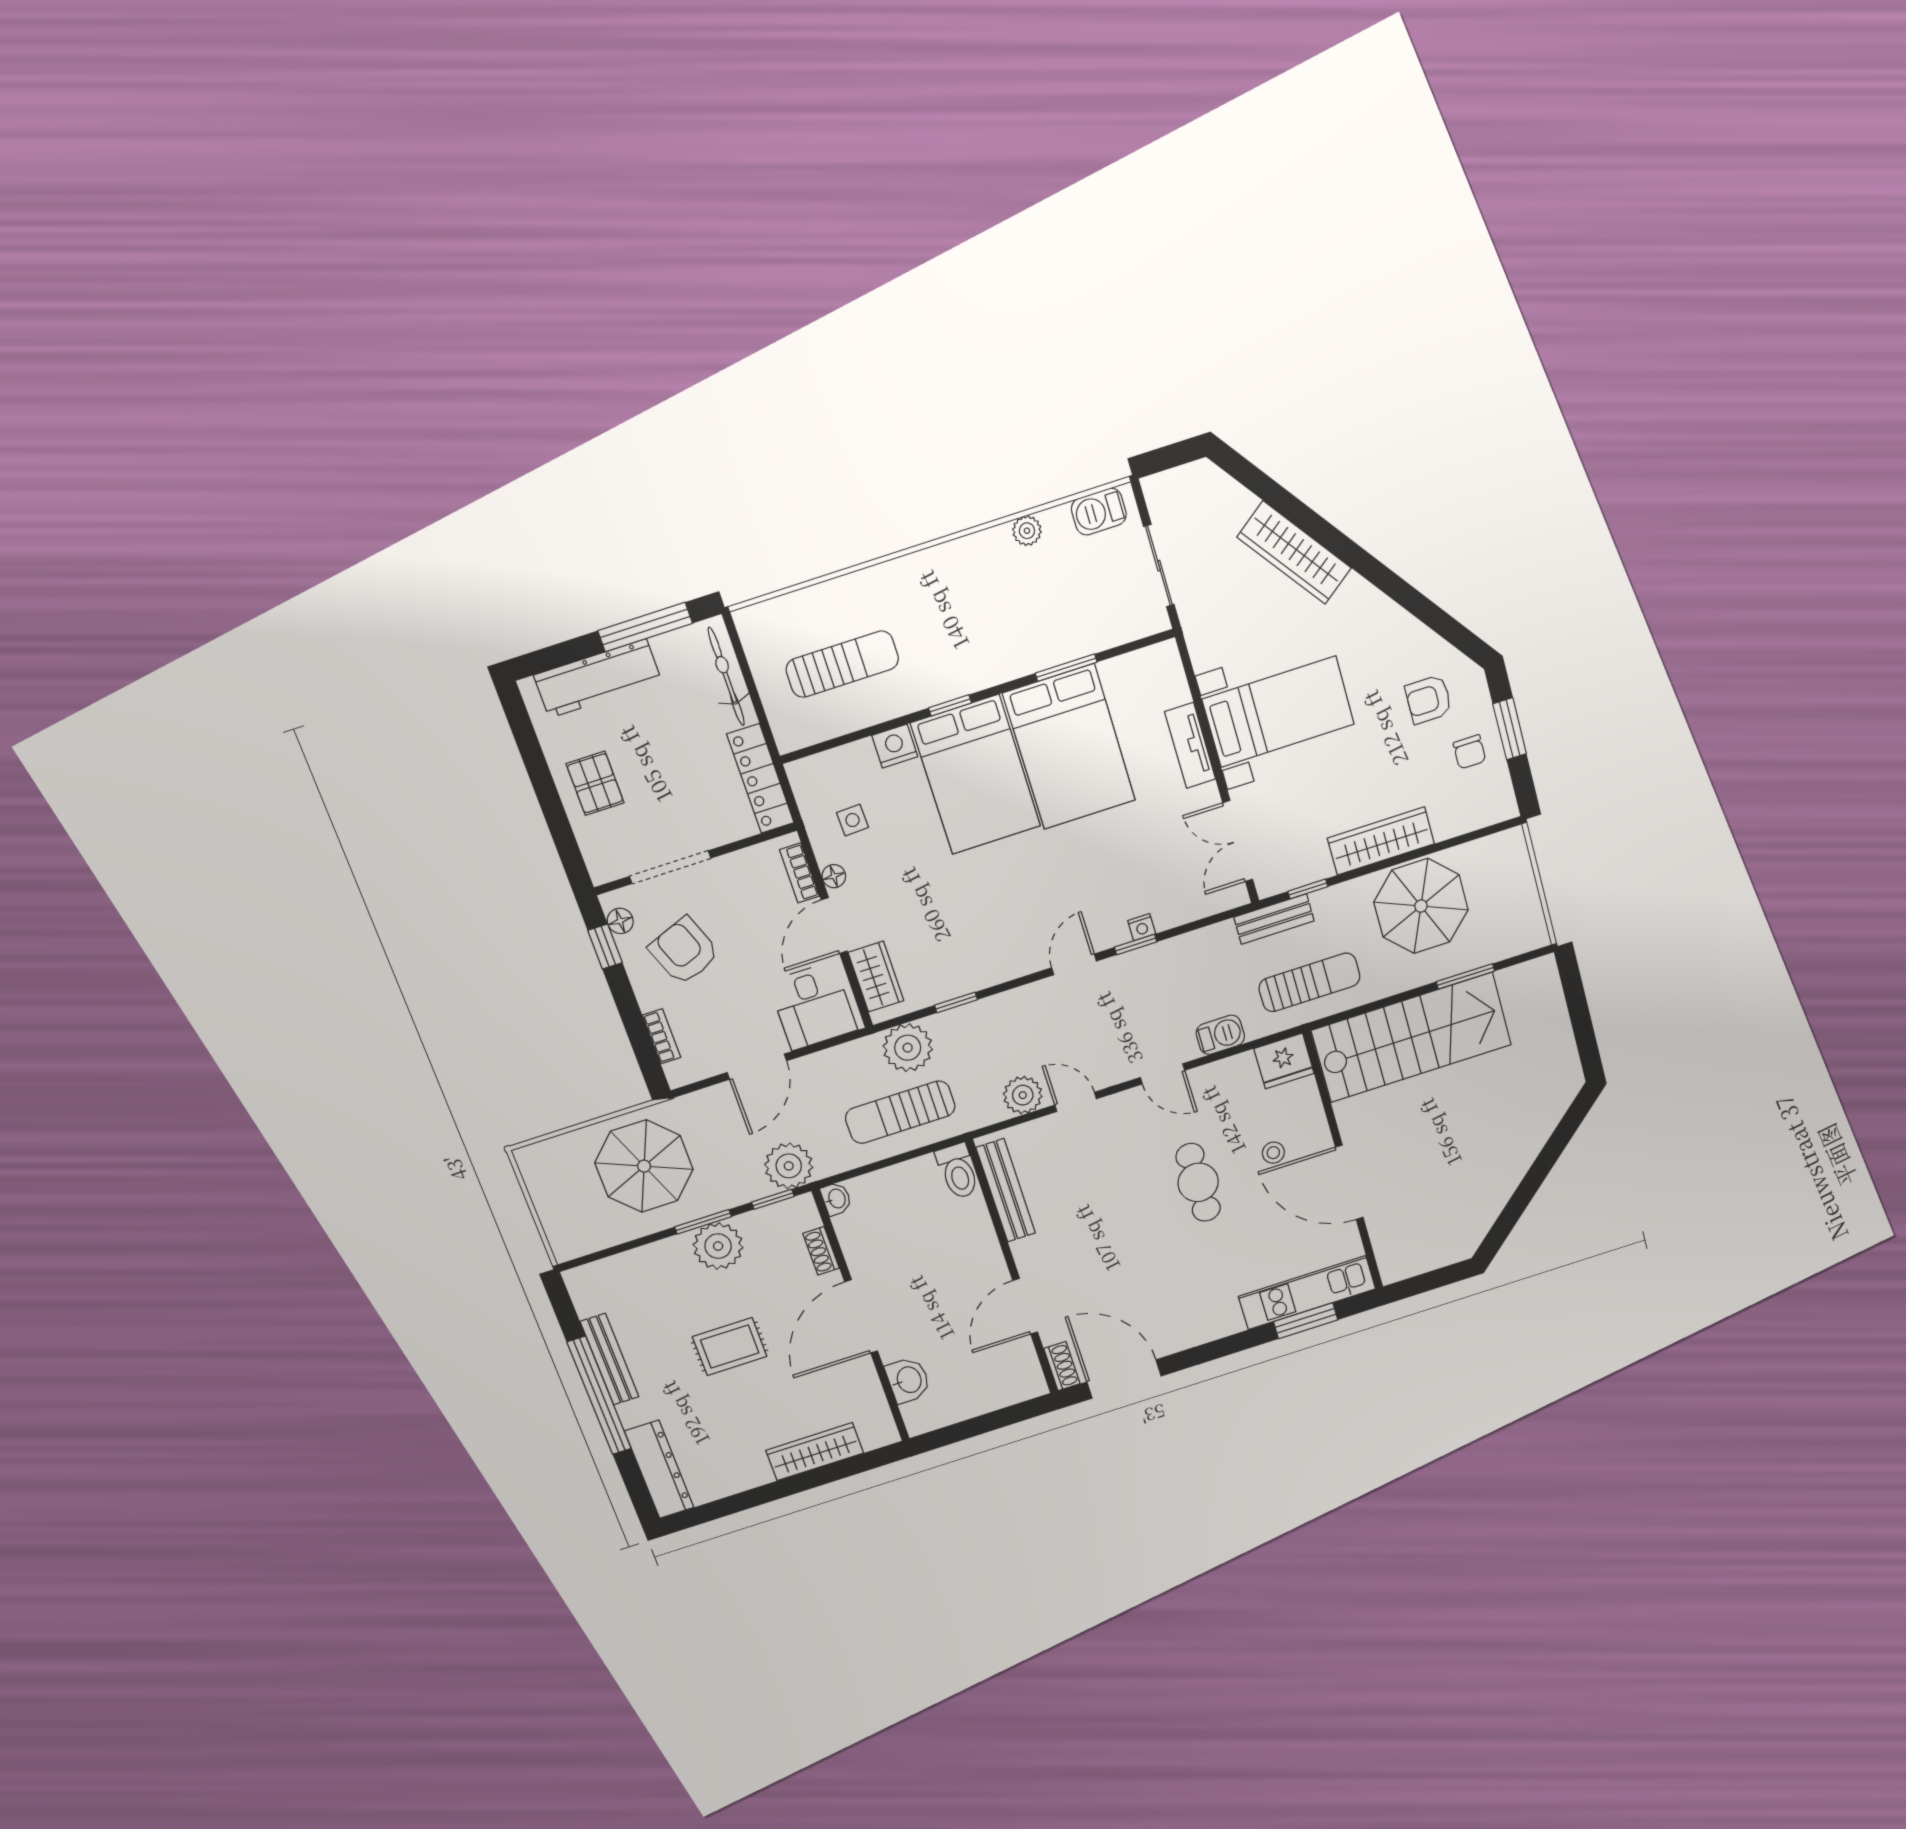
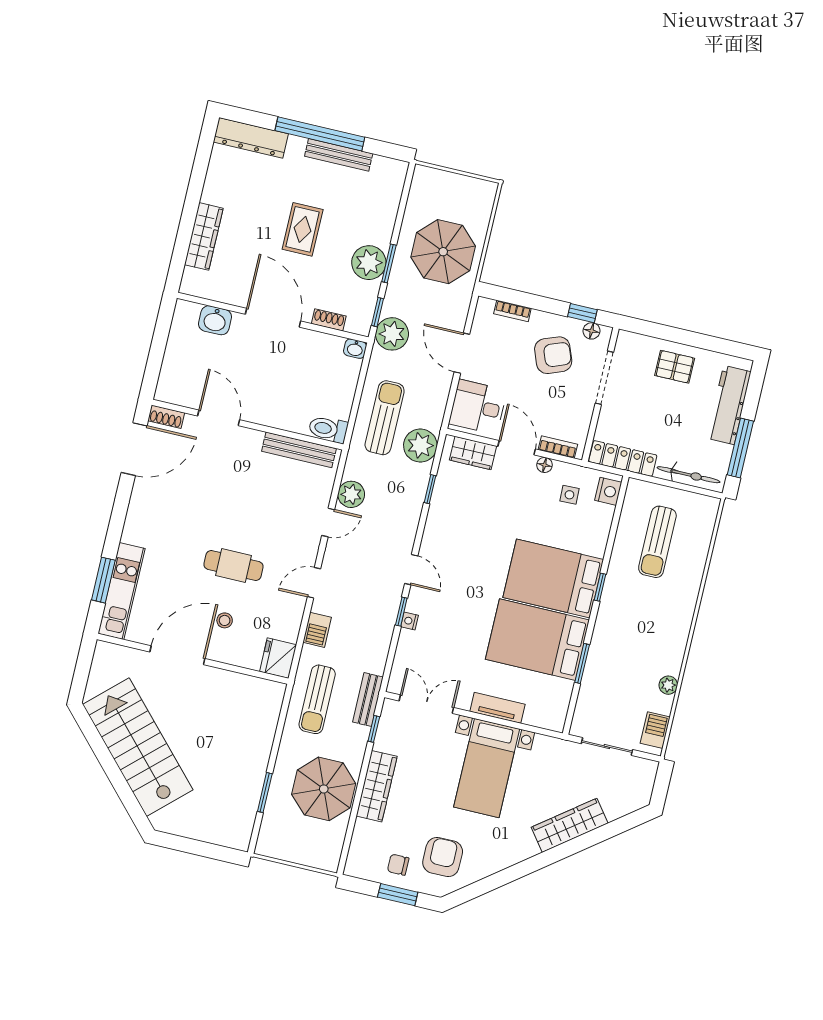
armchair: (1428, 699) -> (443, 857), width x1.38, depth x1.38
nightstand: (895, 746) -> (608, 491), moved
stairs: (1411, 1037) -> (138, 747), moved, turned 137

